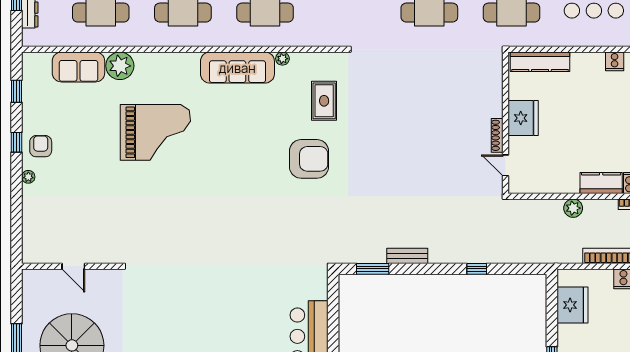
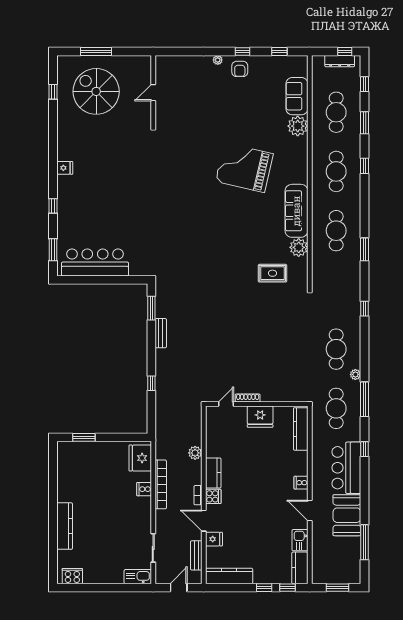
plant: (282, 59) -> (299, 247), width x1.87, depth x1.87
grand piano: (155, 132) -> (244, 168), moved, turned 103
armchair: (41, 146) -> (240, 69), turned 90
armchair: (309, 159) -> (231, 262), removed
fridge: (573, 305) -> (140, 458), moved, turned 90

